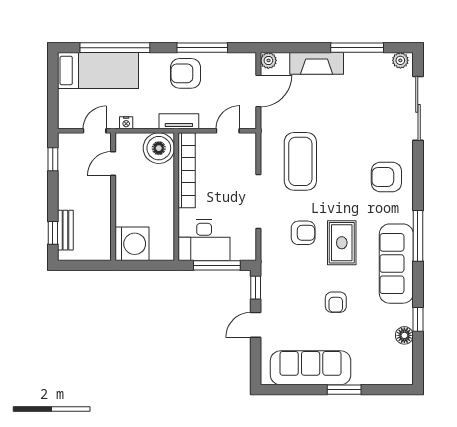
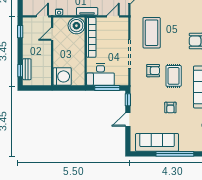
window: (344, 390) -> (175, 154), width x2.11

